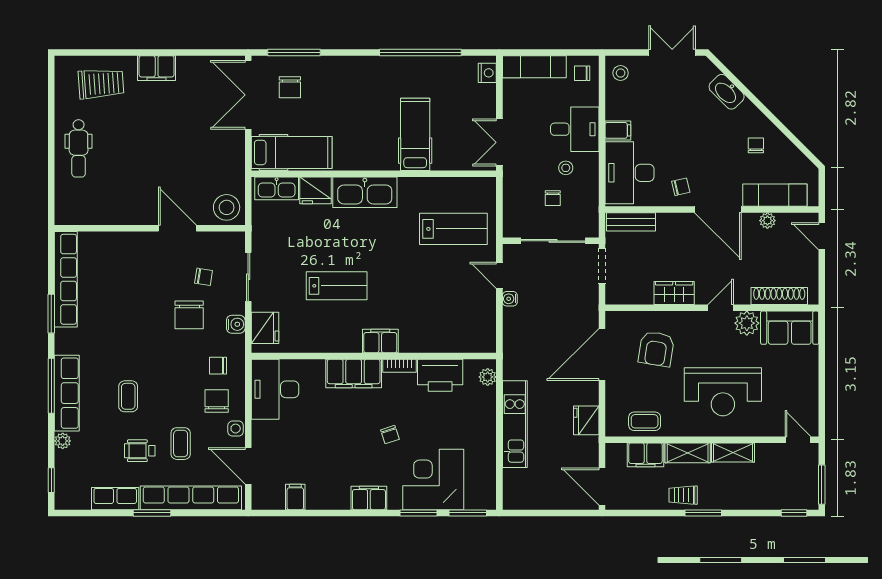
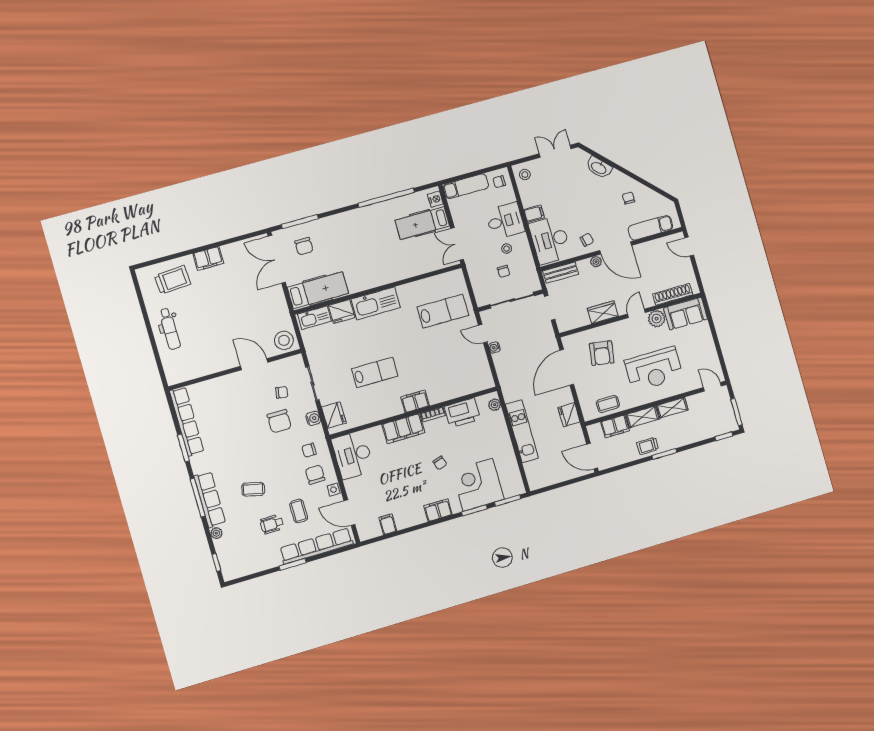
hospital bed: (415, 134) -> (422, 223), moved, turned -90
plant: (767, 221) -> (596, 262), moved
coffee table: (128, 396) -> (253, 489), turned -76
row of seats: (115, 499) -> (264, 562), removed

